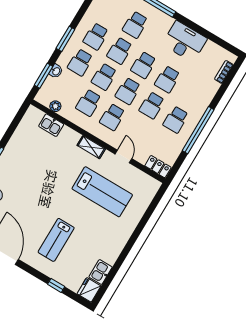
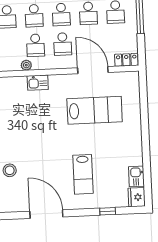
plant: (55, 106) -> (26, 65), moved
kitchen sink: (51, 125) -> (38, 83), moved
shelving: (91, 147) -> (62, 80), removed
door: (123, 156) -> (93, 70), width x1.88

